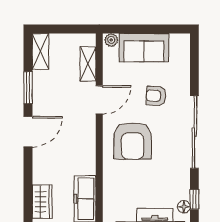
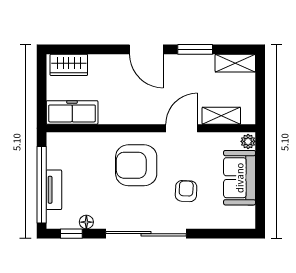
door: (99, 100) -> (182, 128), swing flipped
floor lamp: (184, 207) -> (86, 222), moved

